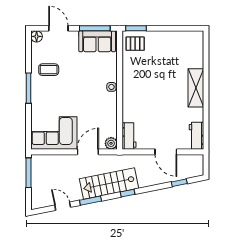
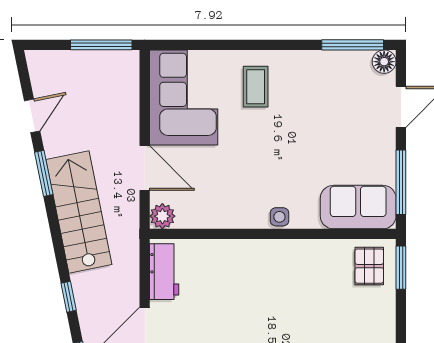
sofa: (97, 41) -> (358, 207), moved, turned 90
coffee table: (49, 70) -> (256, 87), moved
window: (28, 88) -> (353, 45), moved
workbench: (129, 136) -> (164, 272), moved, turned -90
window: (128, 193) -> (69, 297), moved

